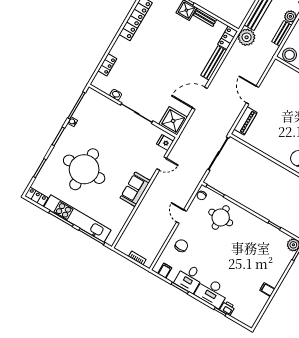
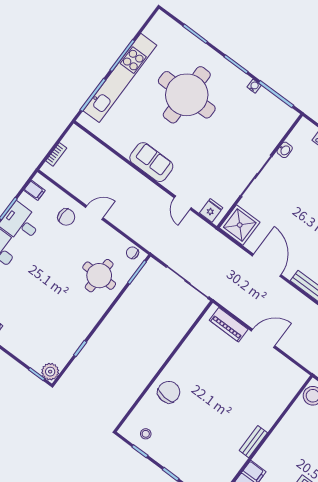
locker: (36, 197) -> (156, 25), removed
door: (181, 217) -> (94, 213), moved

